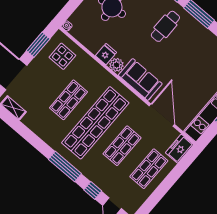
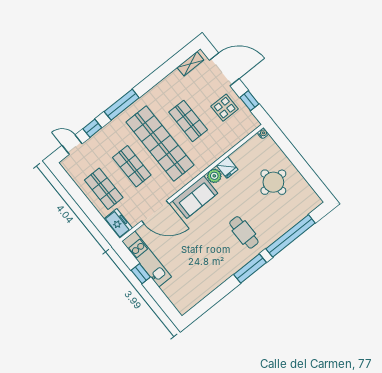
window: (38, 45) -> (249, 101), width x0.67
display table: (62, 56) -> (225, 108), moved

